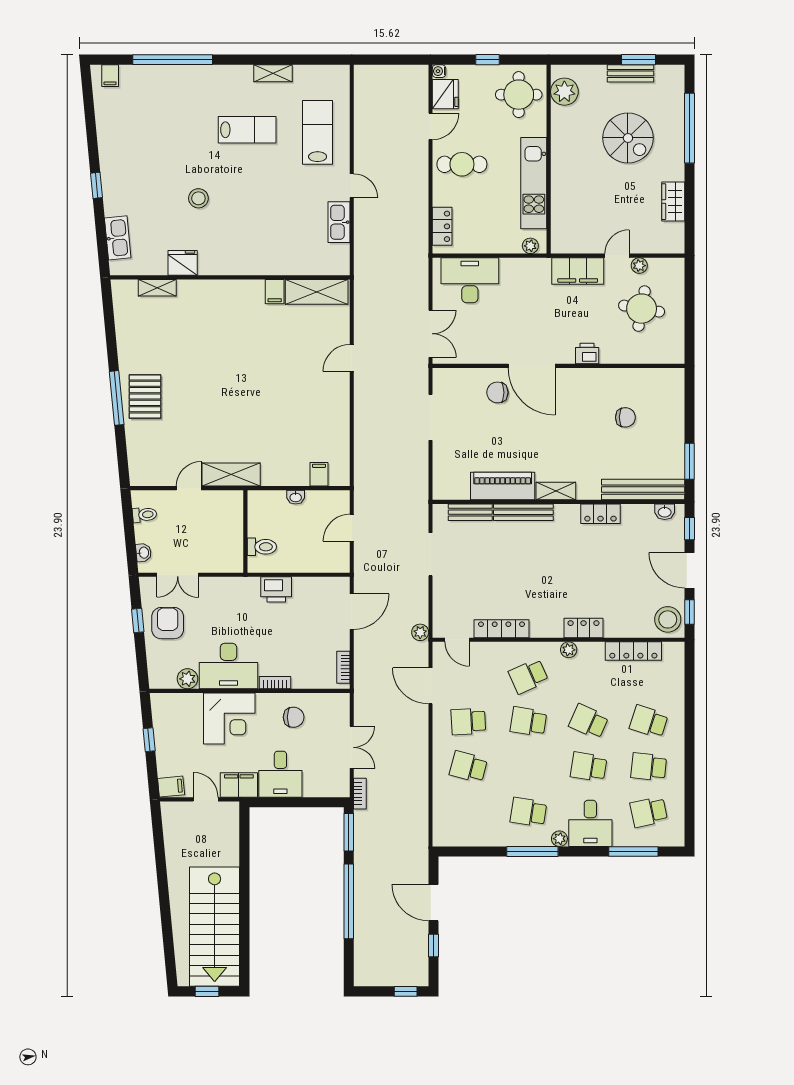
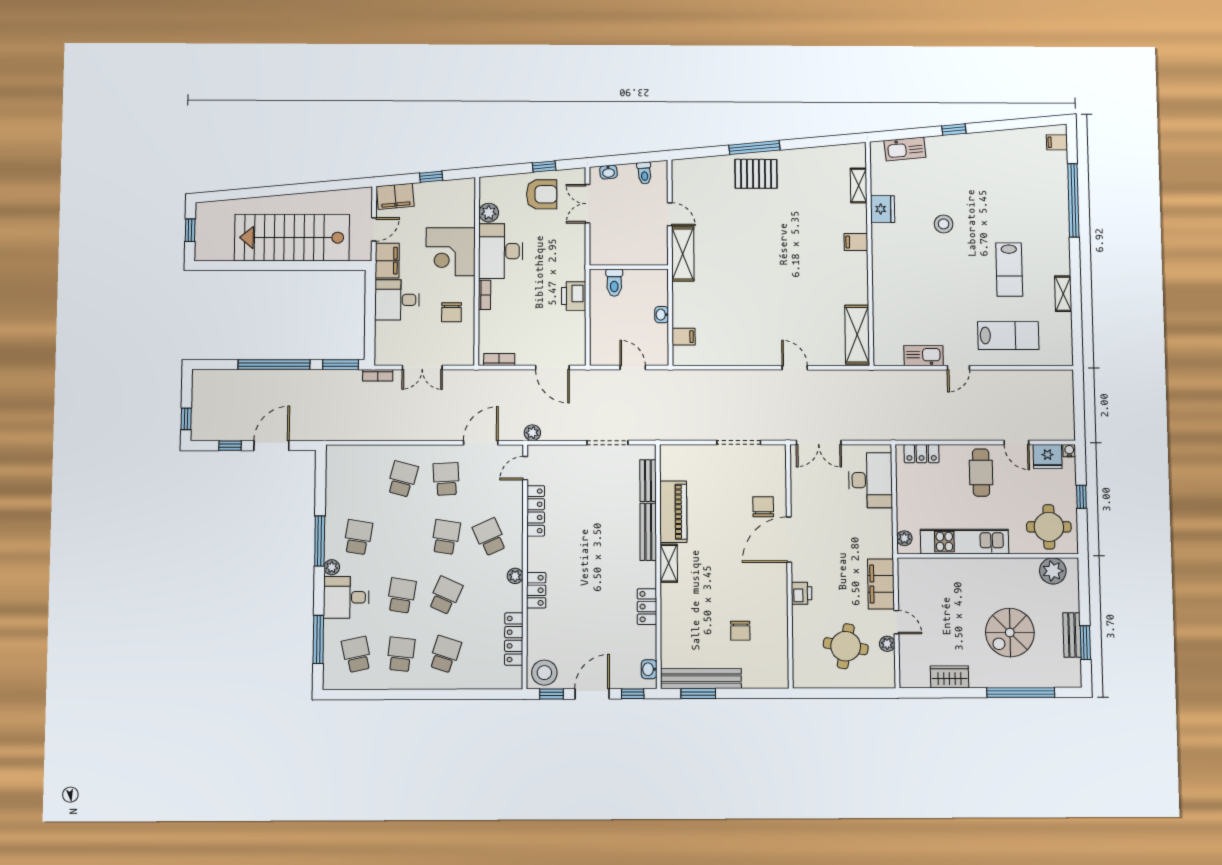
filing cabinet: (275, 292) -> (856, 242), moved
bench: (643, 490) -> (701, 679), moved, turned 90
filing cabinet: (171, 787) -> (395, 196), width x2.00
stairs: (215, 927) -> (292, 238), moved

